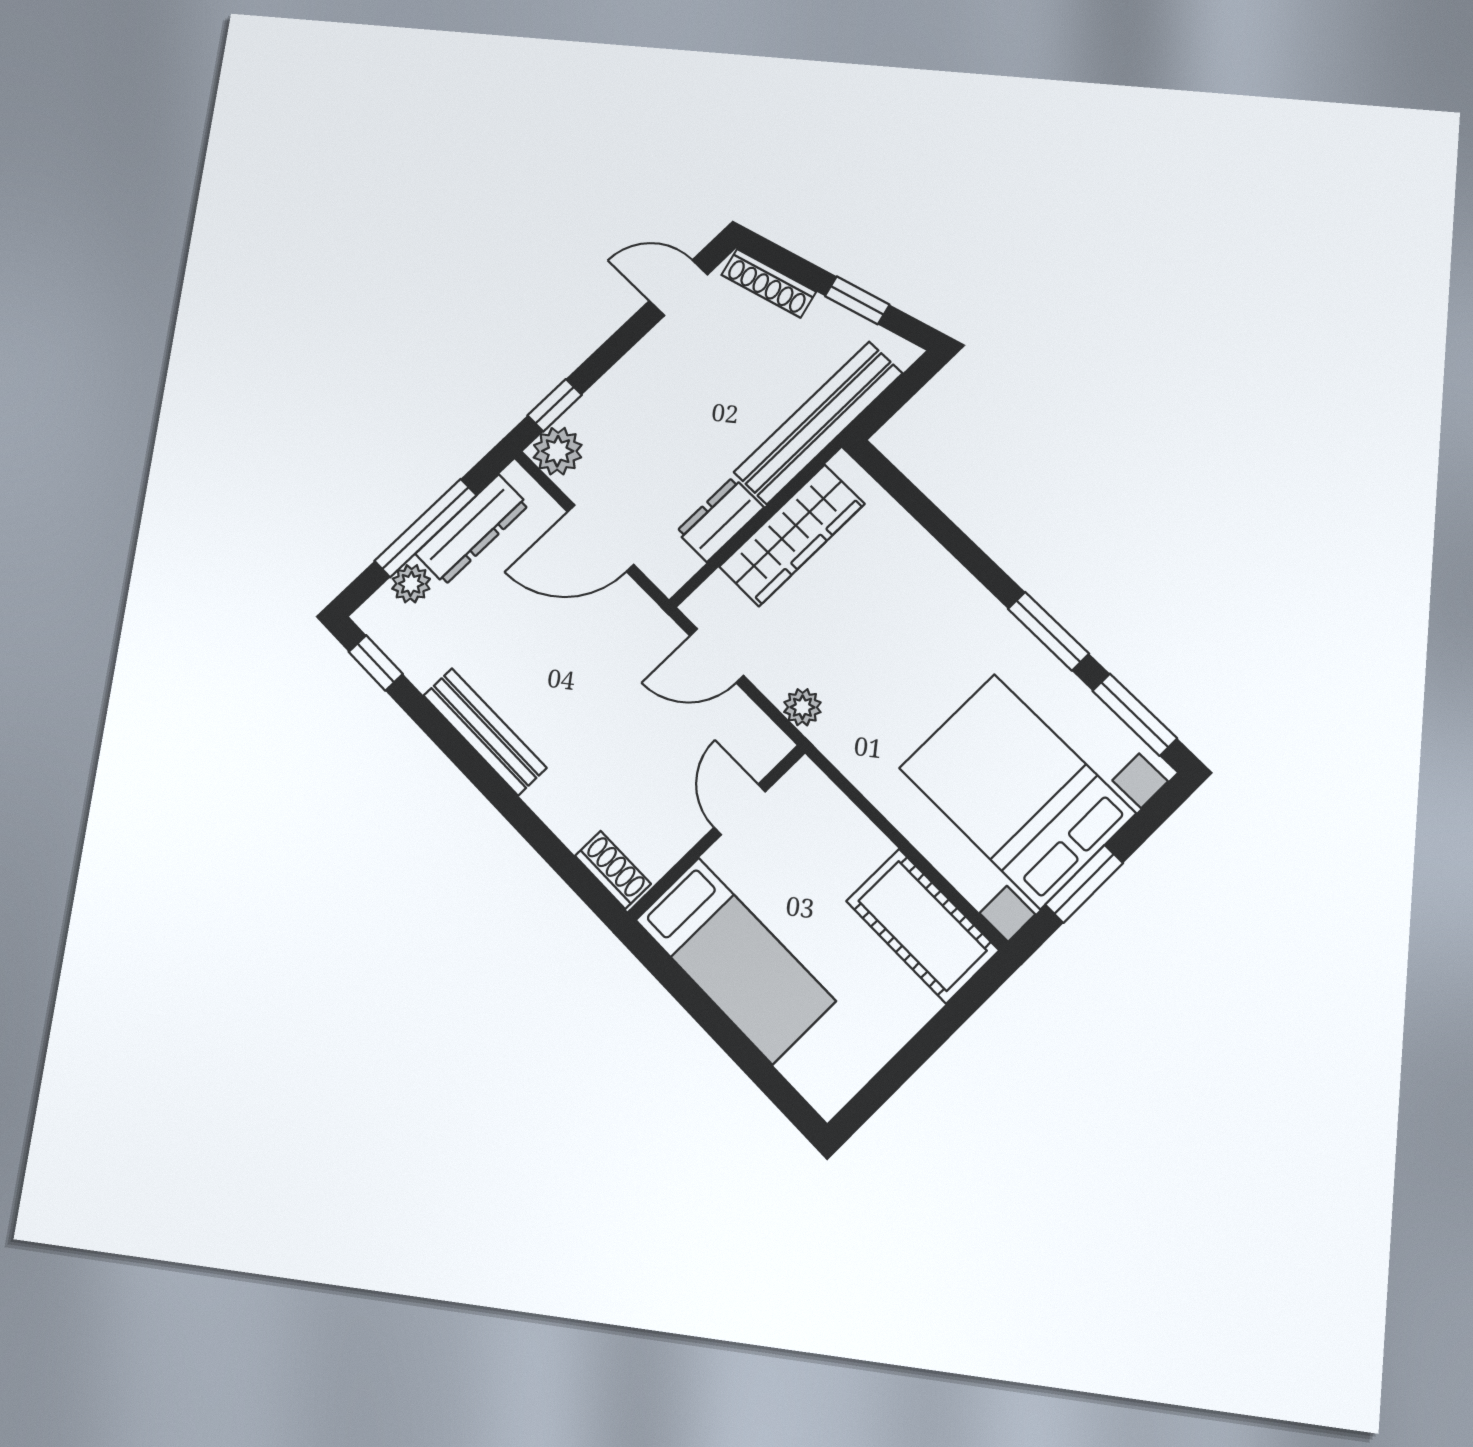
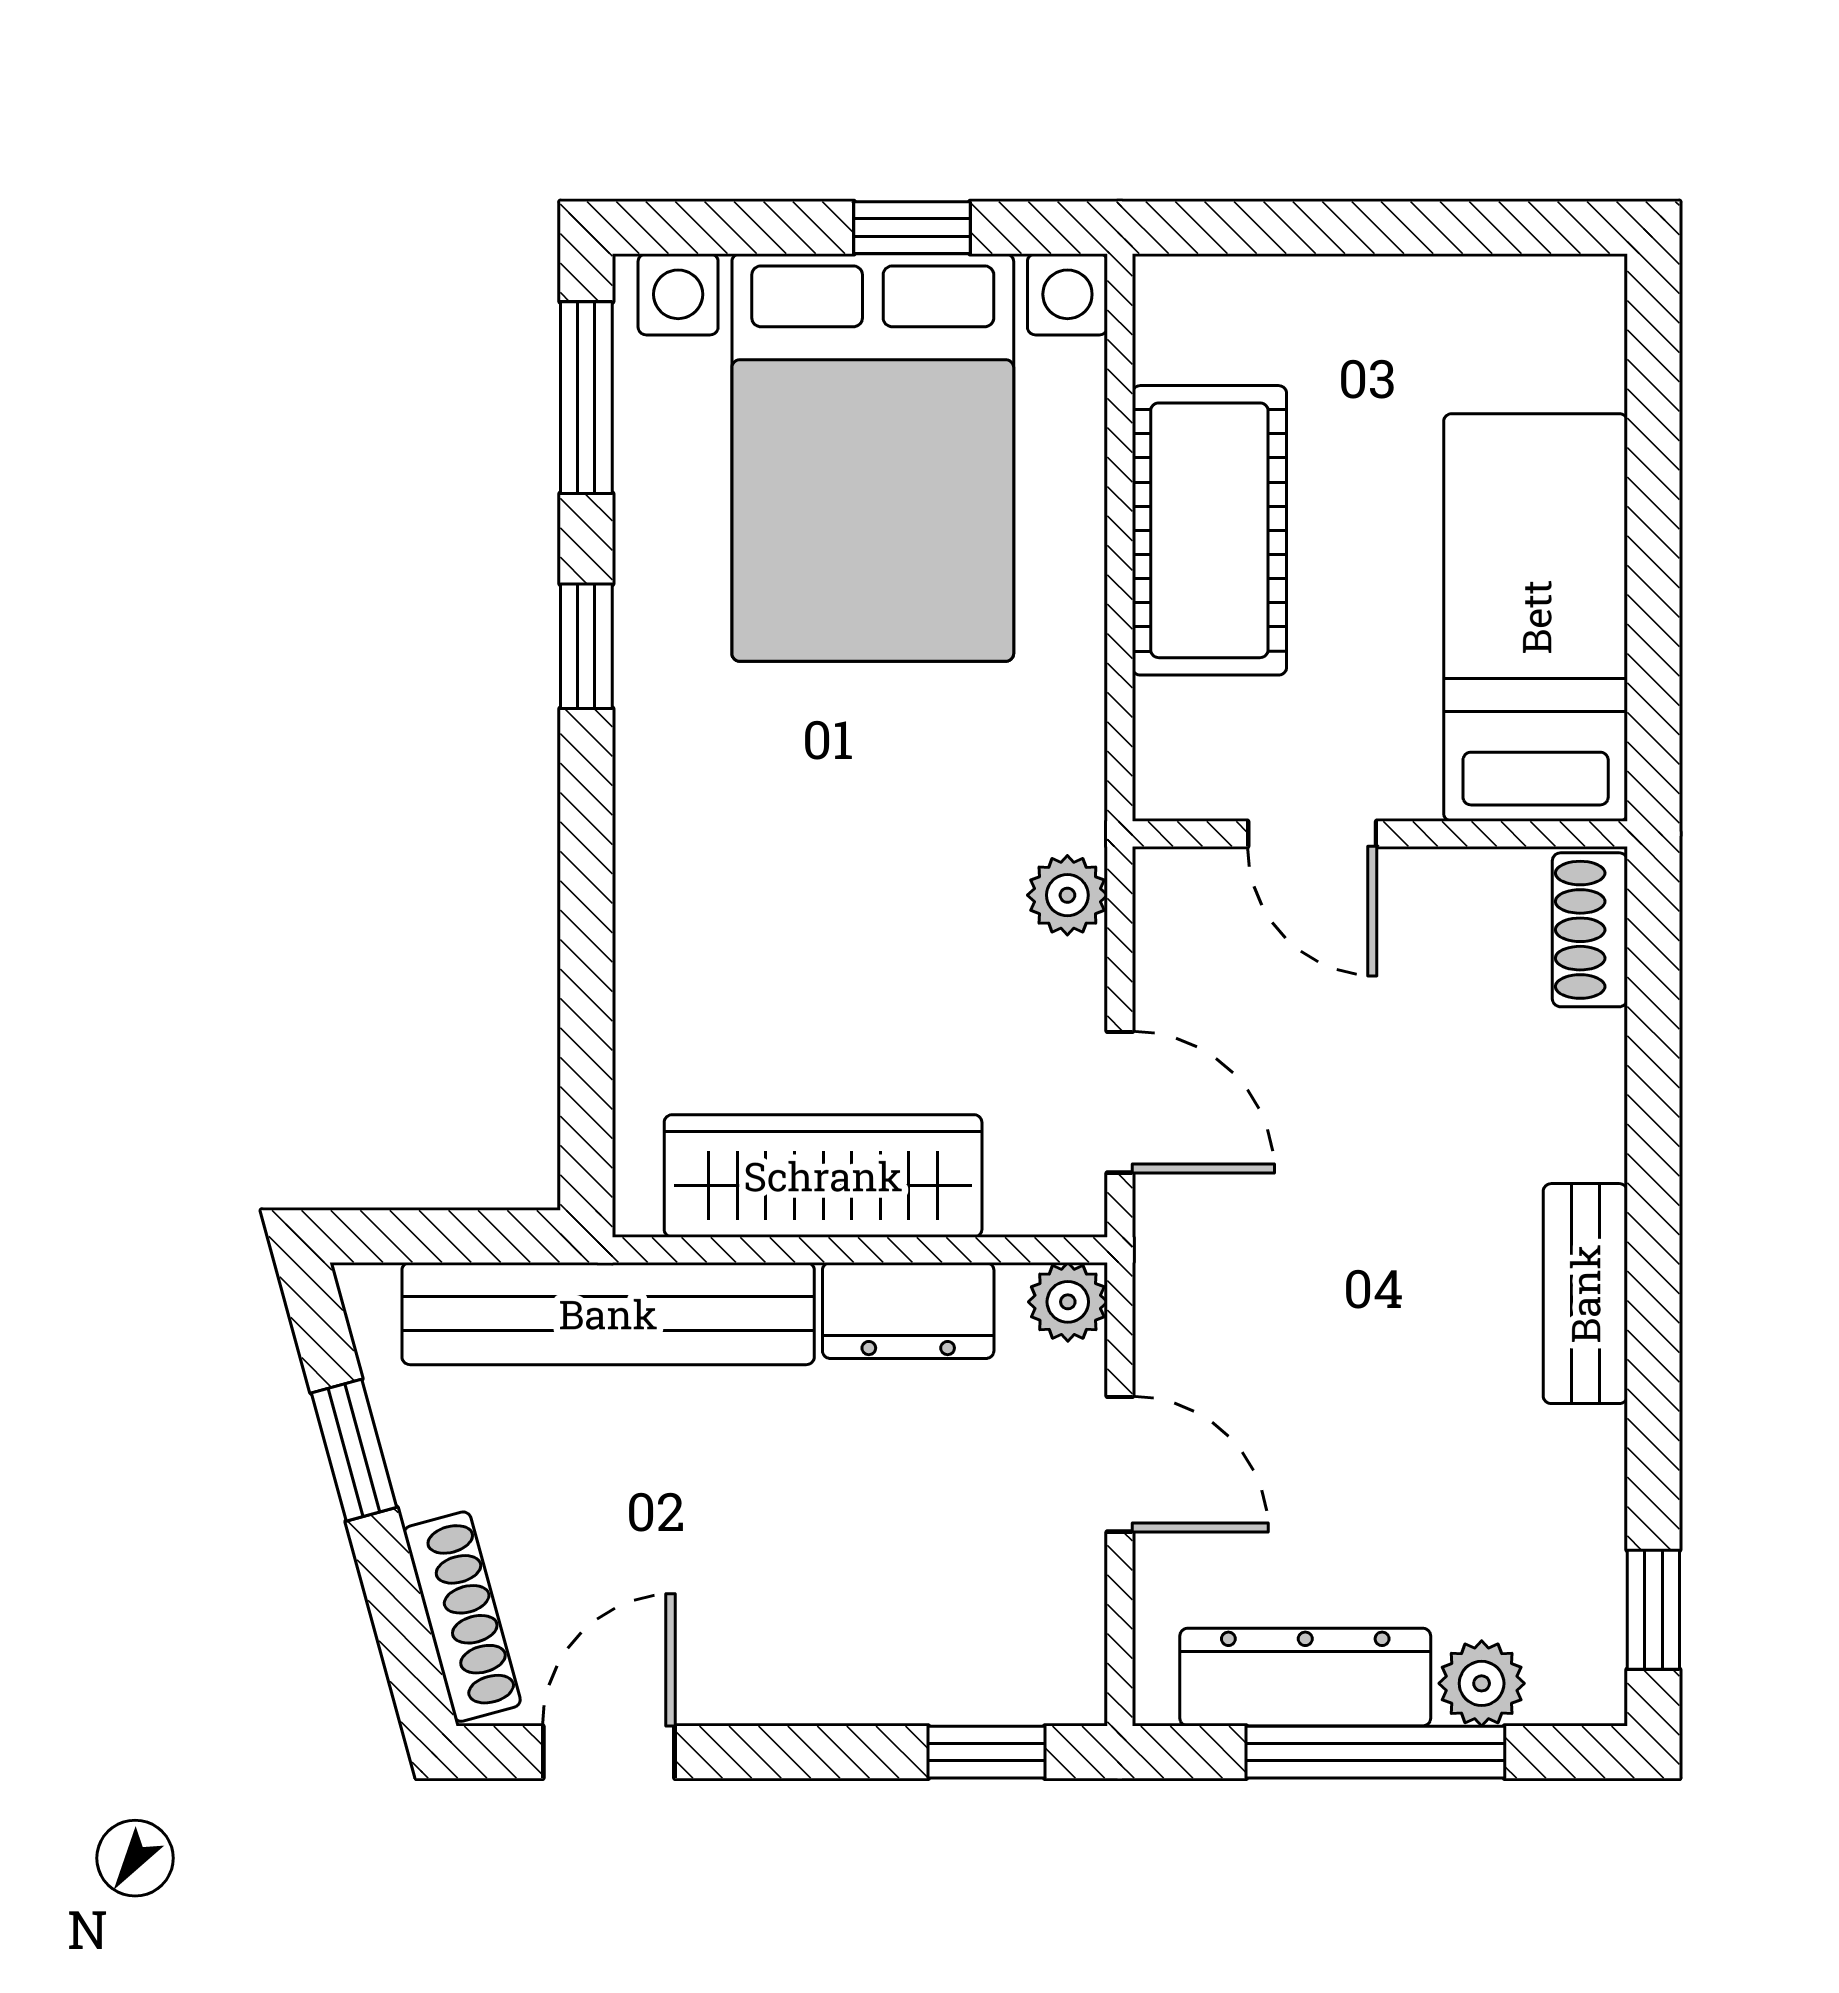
door: (678, 288) -> (609, 1752), swing flipped
plant: (558, 451) -> (1068, 1302), moved, width x0.73, depth x0.73
door: (600, 538) -> (1120, 1464), width x0.73
window: (1048, 631) -> (586, 646), width x0.67
bench: (485, 732) -> (1585, 1294), width x0.73
door: (740, 809) -> (1312, 834), hinge flipped
window: (1084, 884) -> (912, 228), width x0.67
cot: (922, 926) -> (1209, 530), moved

